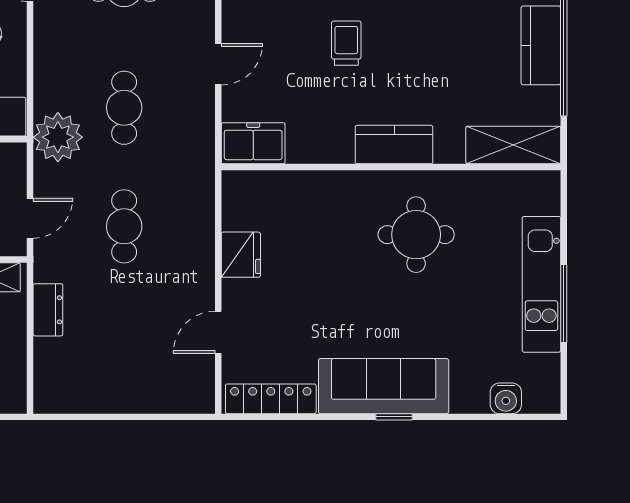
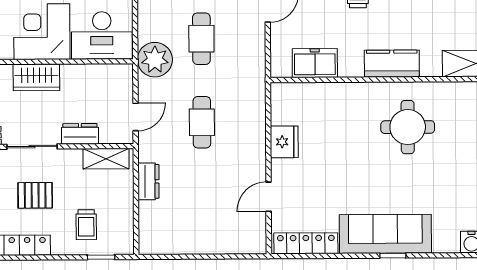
freezer: (253, 143) -> (315, 63), moved

